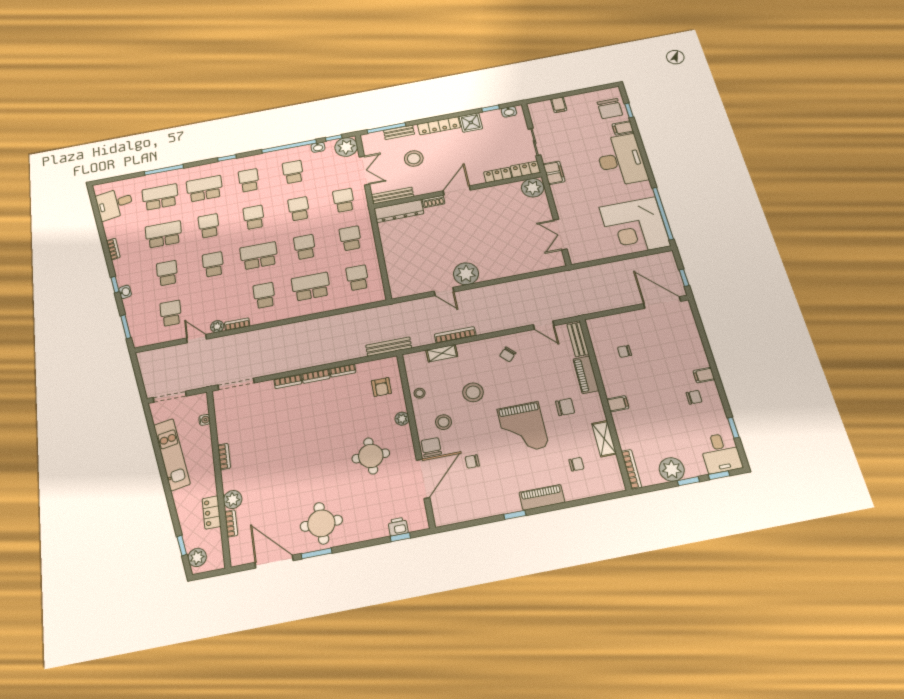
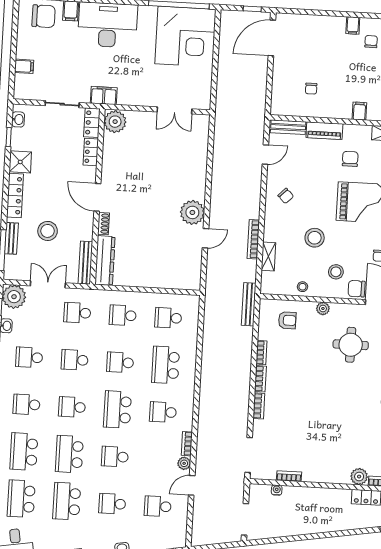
school desk: (209, 226) -> (69, 454), width x1.85
kitchen unit: (172, 454) -> (302, 525), removed
bookcase: (224, 457) -> (289, 476), moved

